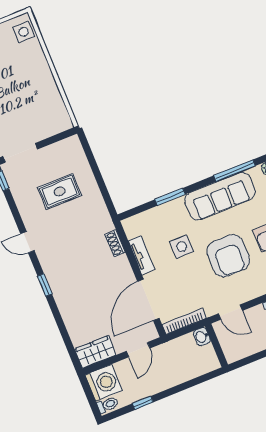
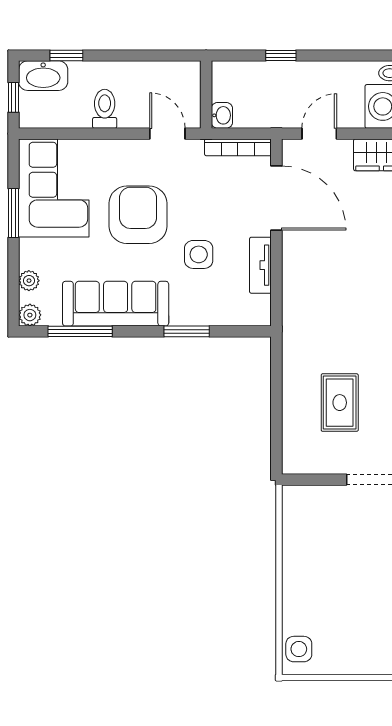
rug: (59, 191) -> (340, 403), turned 90
shoe rack: (115, 243) -> (291, 297), removed
door: (148, 300) -> (276, 198), hinge flipped
window: (143, 403) -> (281, 56), moved

